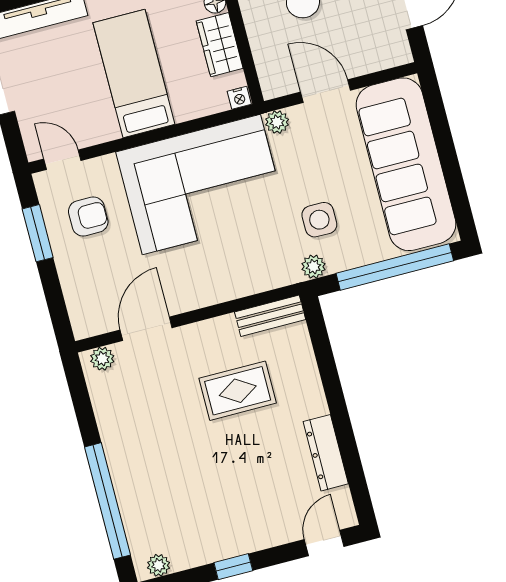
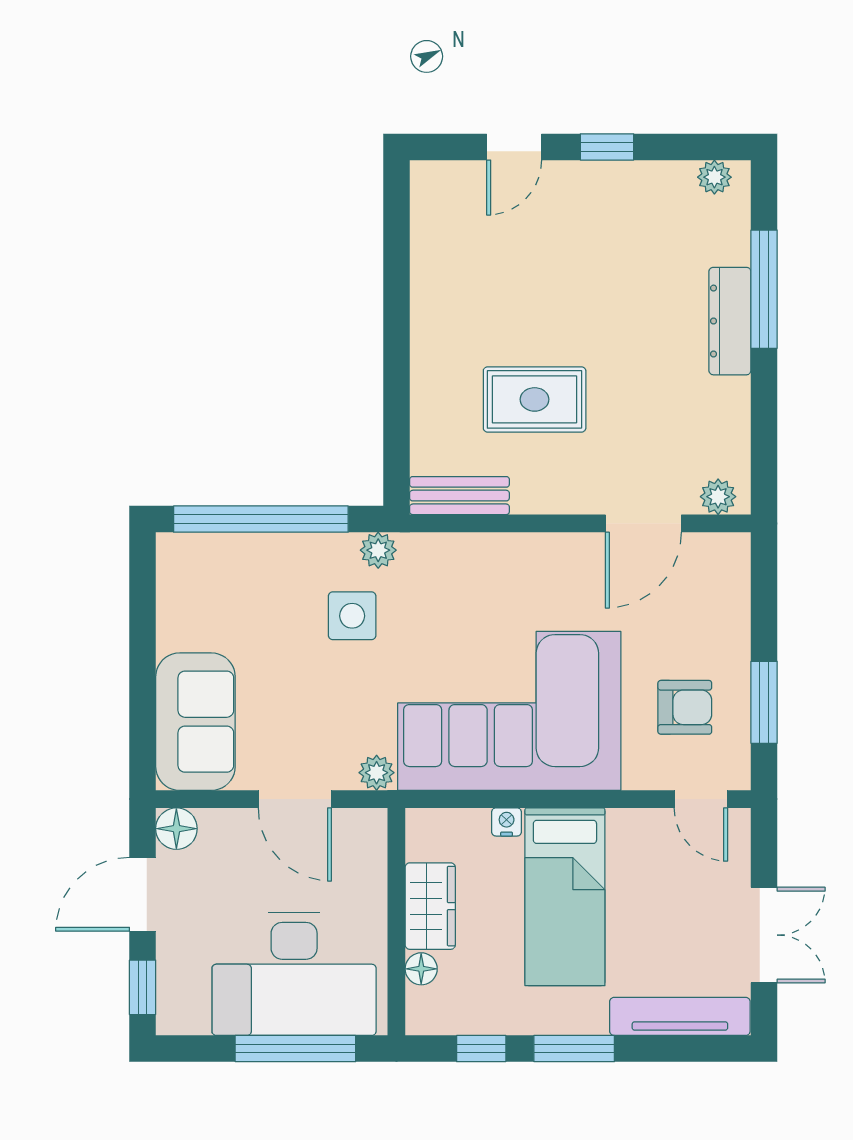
floor lamp: (397, 52) -> (176, 829), added
nightstand: (239, 98) -> (507, 822), moved
sofa: (406, 164) -> (195, 722), width x0.54, depth x0.79
armchair: (88, 216) -> (685, 707), turned 180
dresser: (326, 453) -> (730, 321), moved, turned 180
window: (107, 501) -> (764, 289), width x0.68
door: (324, 543) -> (514, 147), moved

